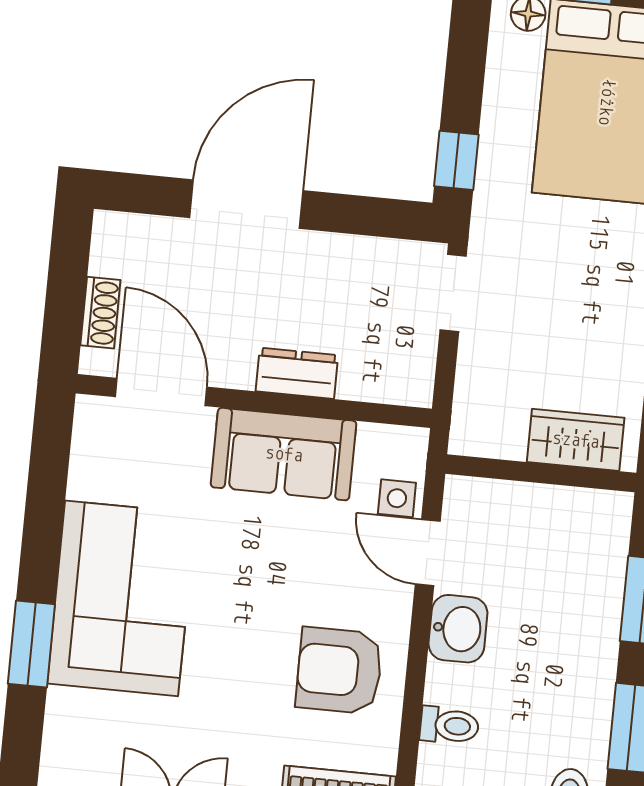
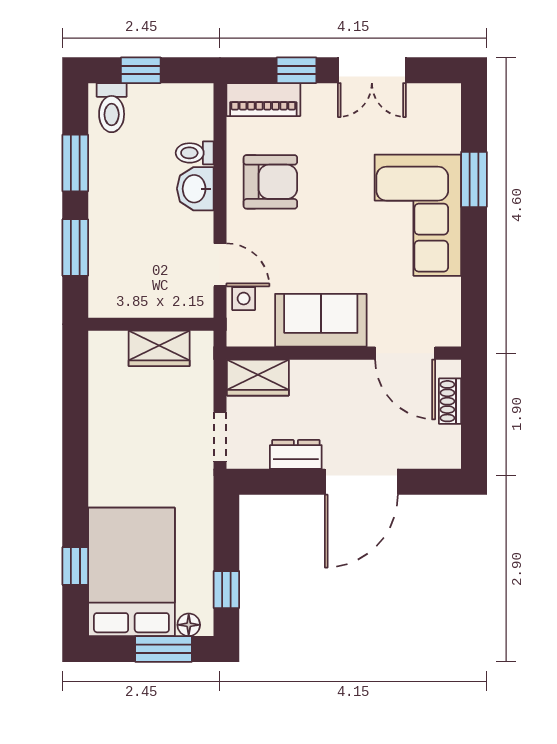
window: (456, 160) -> (226, 590), moved
dresser: (297, 373) -> (296, 454), moved, turned 180
wardrobe: (387, 377) -> (258, 378), added
wardrobe: (576, 440) -> (159, 348), moved
washbasin: (458, 629) -> (195, 189), moved

